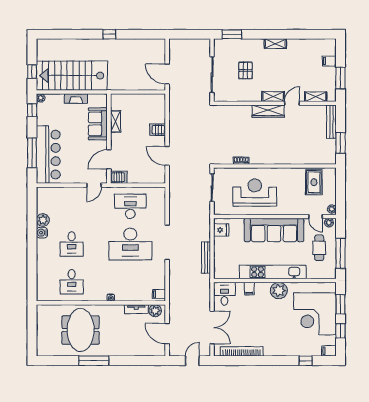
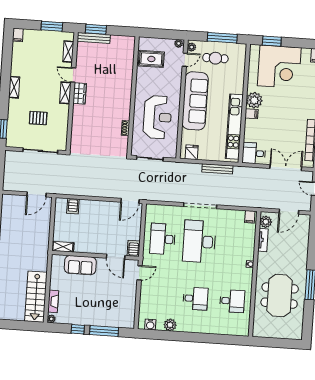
filing cabinet: (329, 61) -> (18, 35), moved
window: (32, 72) -> (25, 326), removed
stairs: (72, 76) -> (36, 297), width x0.73, depth x0.66
fireplace: (76, 99) -> (53, 301), moved
window: (32, 110) -> (78, 329), moved
wardrobe: (268, 111) -> (80, 93), width x0.67
shelving: (115, 121) -> (63, 247), moved
server rack: (158, 130) -> (73, 206), moved
window: (340, 143) -> (96, 29), moved
bar counter: (48, 155) -> (107, 315), removed
door: (167, 156) -> (130, 201), moved
door: (94, 185) -> (140, 273), hinge flipped
reception desk: (255, 193) -> (157, 117), turned 180
water cooler: (42, 233) -> (150, 324), moved
desk: (130, 244) -> (199, 241), turned 180
kitchen unit: (273, 272) -> (234, 127), moved
filing cabinet: (249, 289) -> (251, 114), moved
meeting table: (81, 330) -> (280, 296), turned 90
window: (340, 331) -> (297, 43), removed

